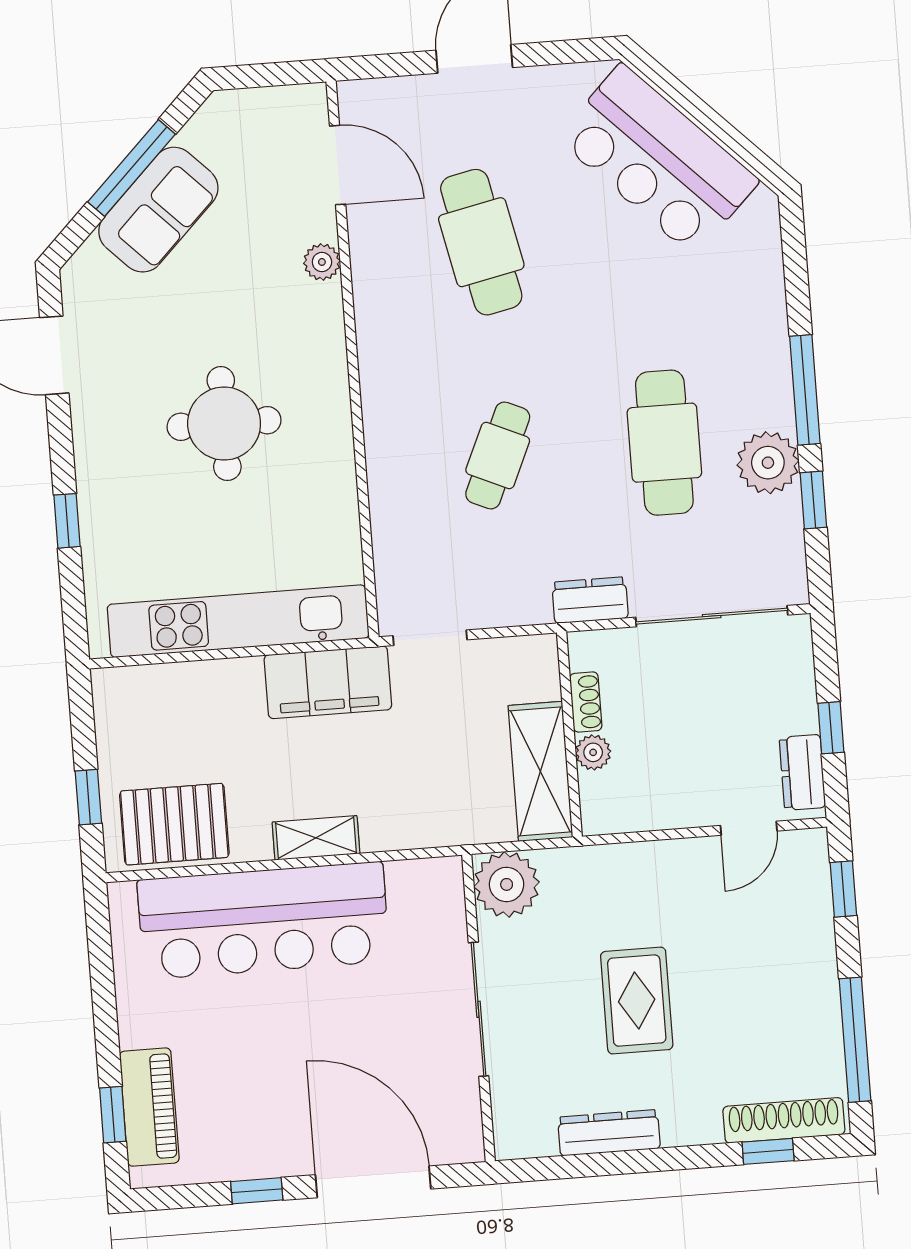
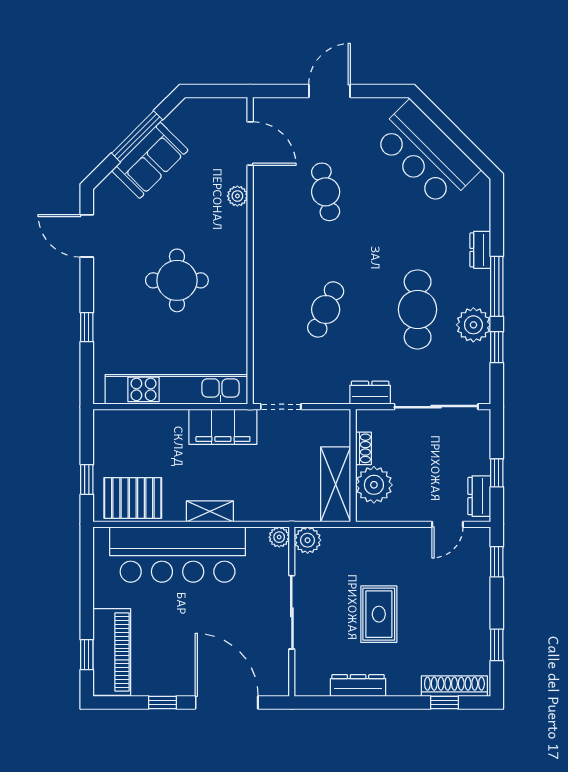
cafe table: (481, 242) -> (326, 192), width x0.73, depth x0.74
dresser: (770, 326) -> (480, 250), added
plant: (593, 752) -> (374, 485), width x1.88, depth x1.88
plant: (445, 875) -> (279, 537), added
plant: (507, 884) -> (308, 540), width x0.73, depth x0.73
window: (855, 1040) -> (497, 645), width x0.46
piano: (149, 1107) -> (112, 652), width x1.37, depth x1.33

